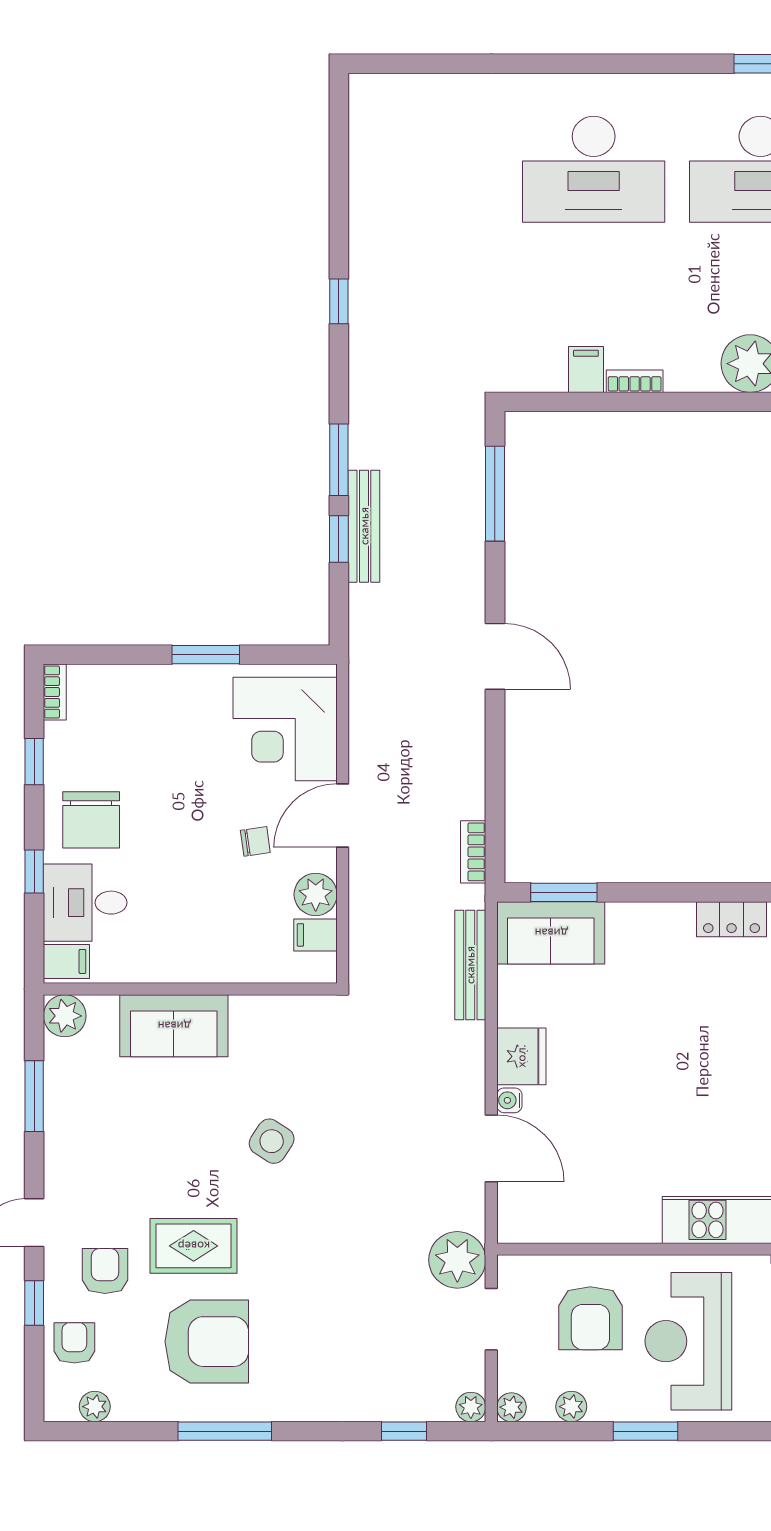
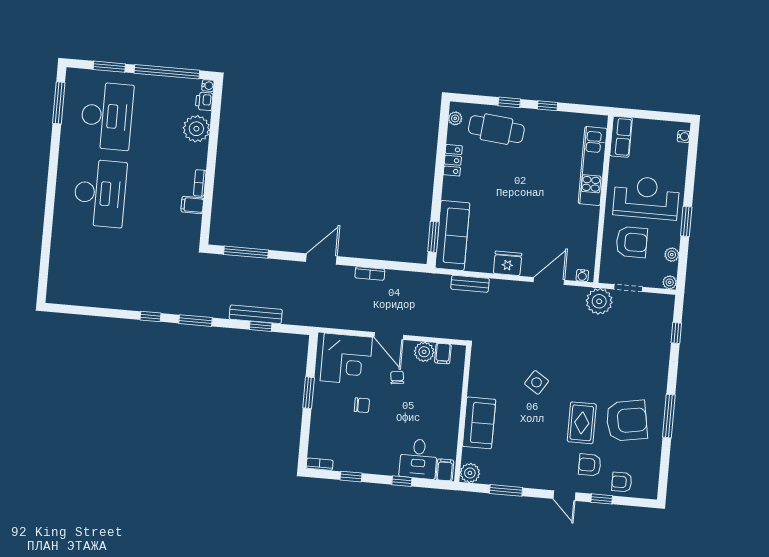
window: (339, 460) -> (195, 321), moved
chair: (91, 820) -> (362, 405), moved, width x0.54, depth x0.54
bookcase: (473, 852) -> (370, 273), moved
sofa: (551, 933) -> (452, 236), width x1.36
bench: (470, 965) -> (470, 284), width x0.73
water cooler: (509, 1100) -> (582, 276), moved
reception desk: (688, 1341) -> (646, 198), turned 180
armchair: (207, 1342) -> (627, 421), turned 80
plant: (95, 1407) -> (652, 475), removed
plant: (471, 1407) -> (668, 301), removed

